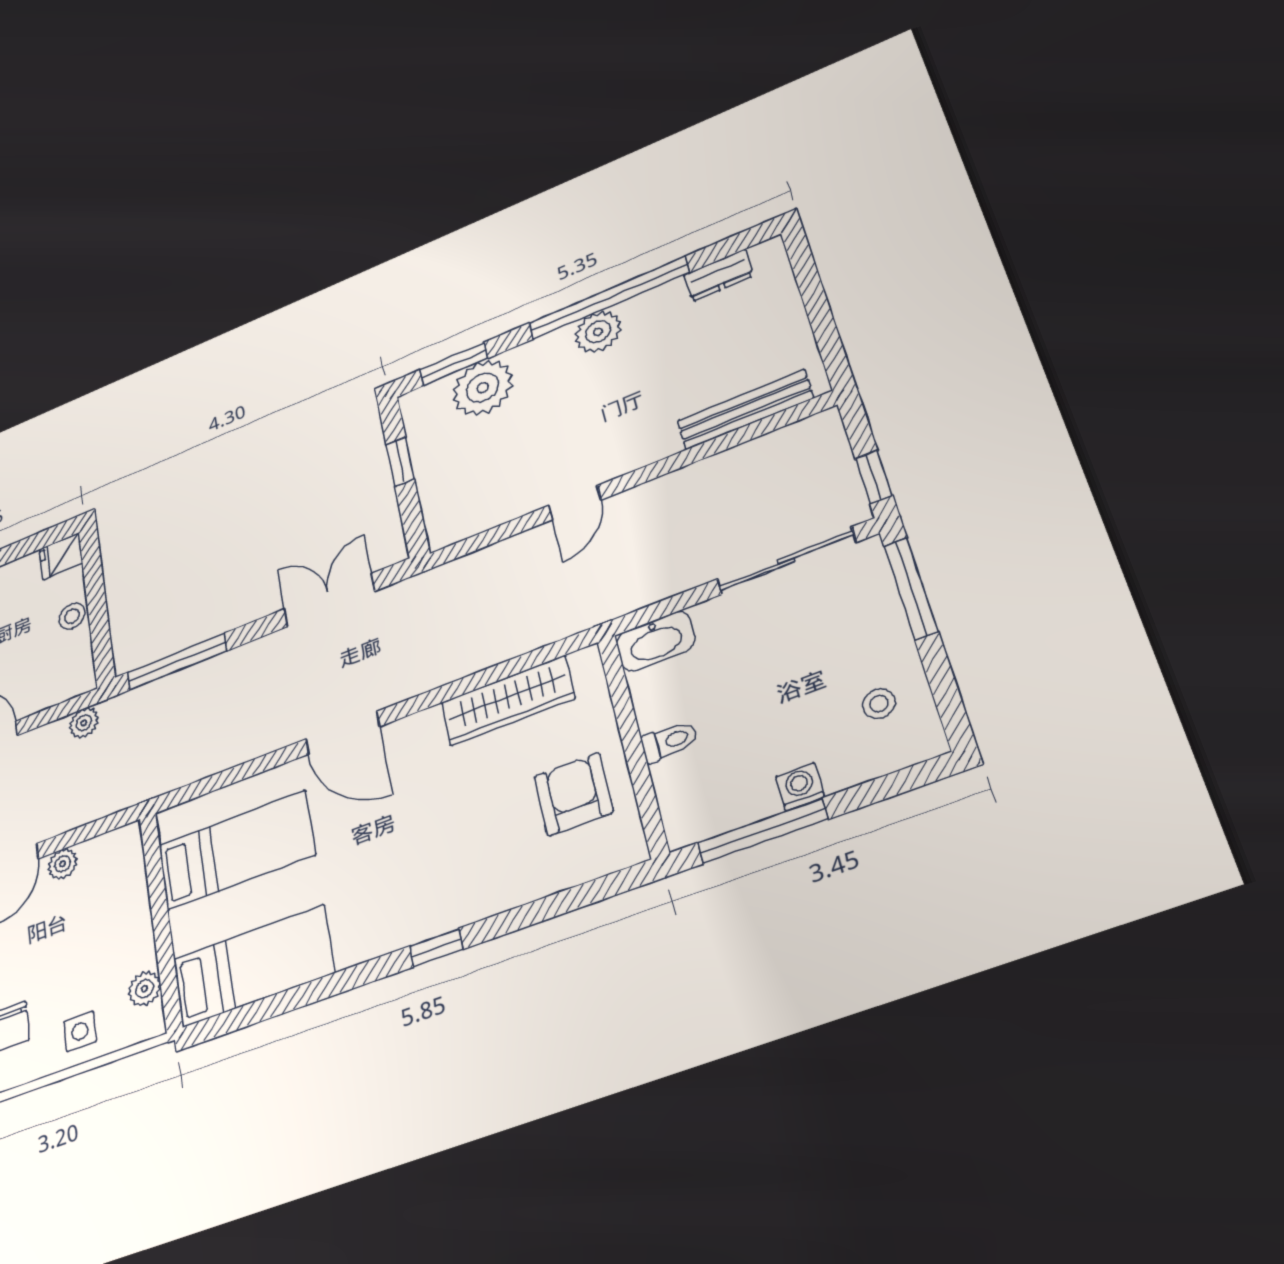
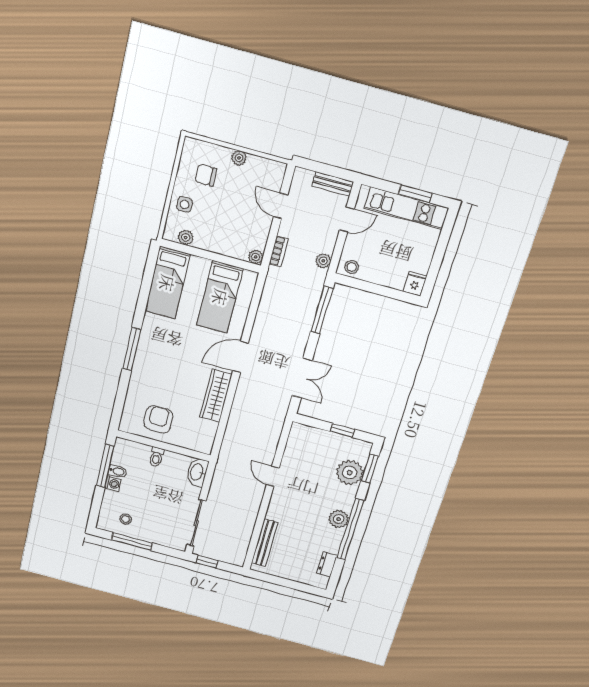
window: (911, 588) -> (132, 542), moved
stool: (72, 616) -> (352, 267), moved
wardrobe: (508, 700) -> (216, 396), moved
armchair: (574, 794) -> (158, 419), turned -90
bidet: (760, 797) -> (117, 471), added
bookcase: (99, 807) -> (279, 251), added
plant: (62, 864) -> (256, 257), moved
window: (436, 948) -> (132, 349), width x2.17

